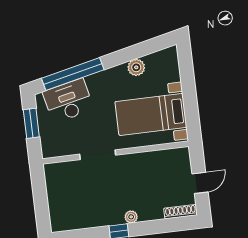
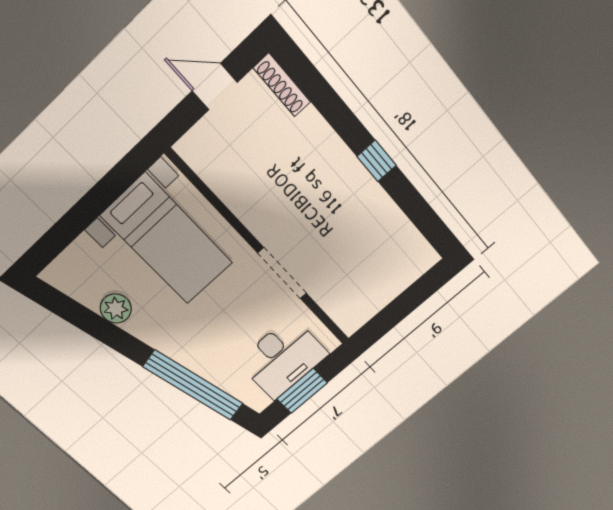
desk: (68, 101) -> (283, 358), moved, turned -77
plant: (131, 217) -> (342, 158), removed

